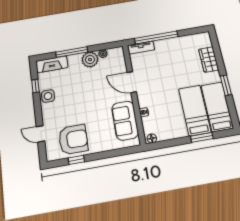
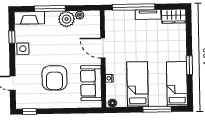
tv unit: (141, 48) -> (148, 14), moved
wardrobe: (209, 59) -> (174, 16), moved, turned -90
bed: (195, 110) -> (137, 84), moved
window: (202, 137) -> (157, 109), width x1.44
armchair: (73, 139) -> (54, 78), moved, turned 90
window: (76, 160) -> (29, 112), moved

